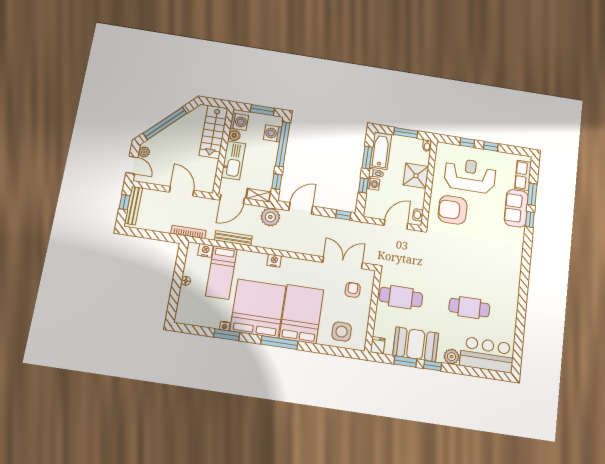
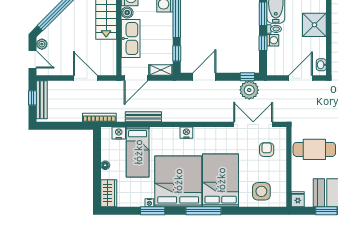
plant: (270, 217) -> (249, 90), moved
wardrobe: (184, 310) -> (109, 193), added

